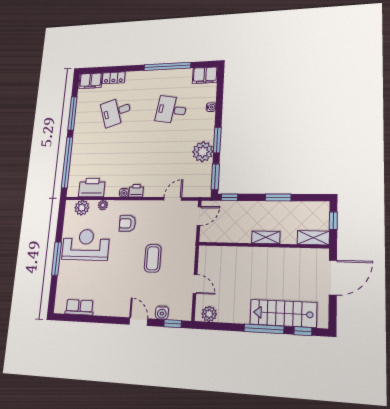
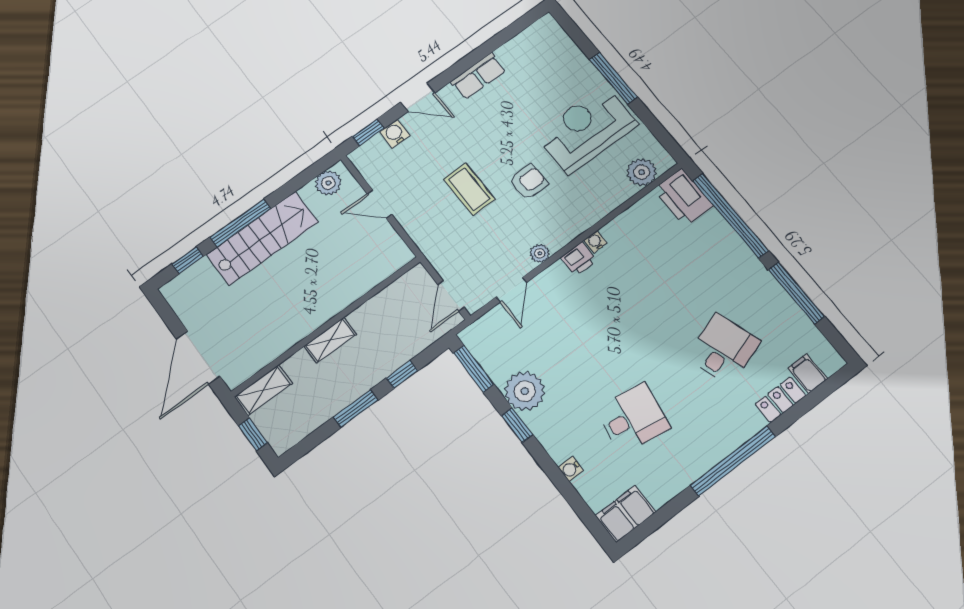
window: (167, 66) -> (733, 461), moved
filing cabinet: (91, 81) -> (808, 373), width x0.50
window: (217, 140) -> (517, 425), width x0.67
printer: (92, 188) -> (683, 197), moved, turned 90
window: (229, 197) -> (402, 374), moved
plant: (103, 205) -> (540, 253), moved
armchair: (127, 223) -> (528, 182), moved
reception desk: (86, 245) -> (586, 129), turned 180
row of seats: (79, 307) -> (478, 76), moved
stairs: (283, 313) -> (262, 238), moved

